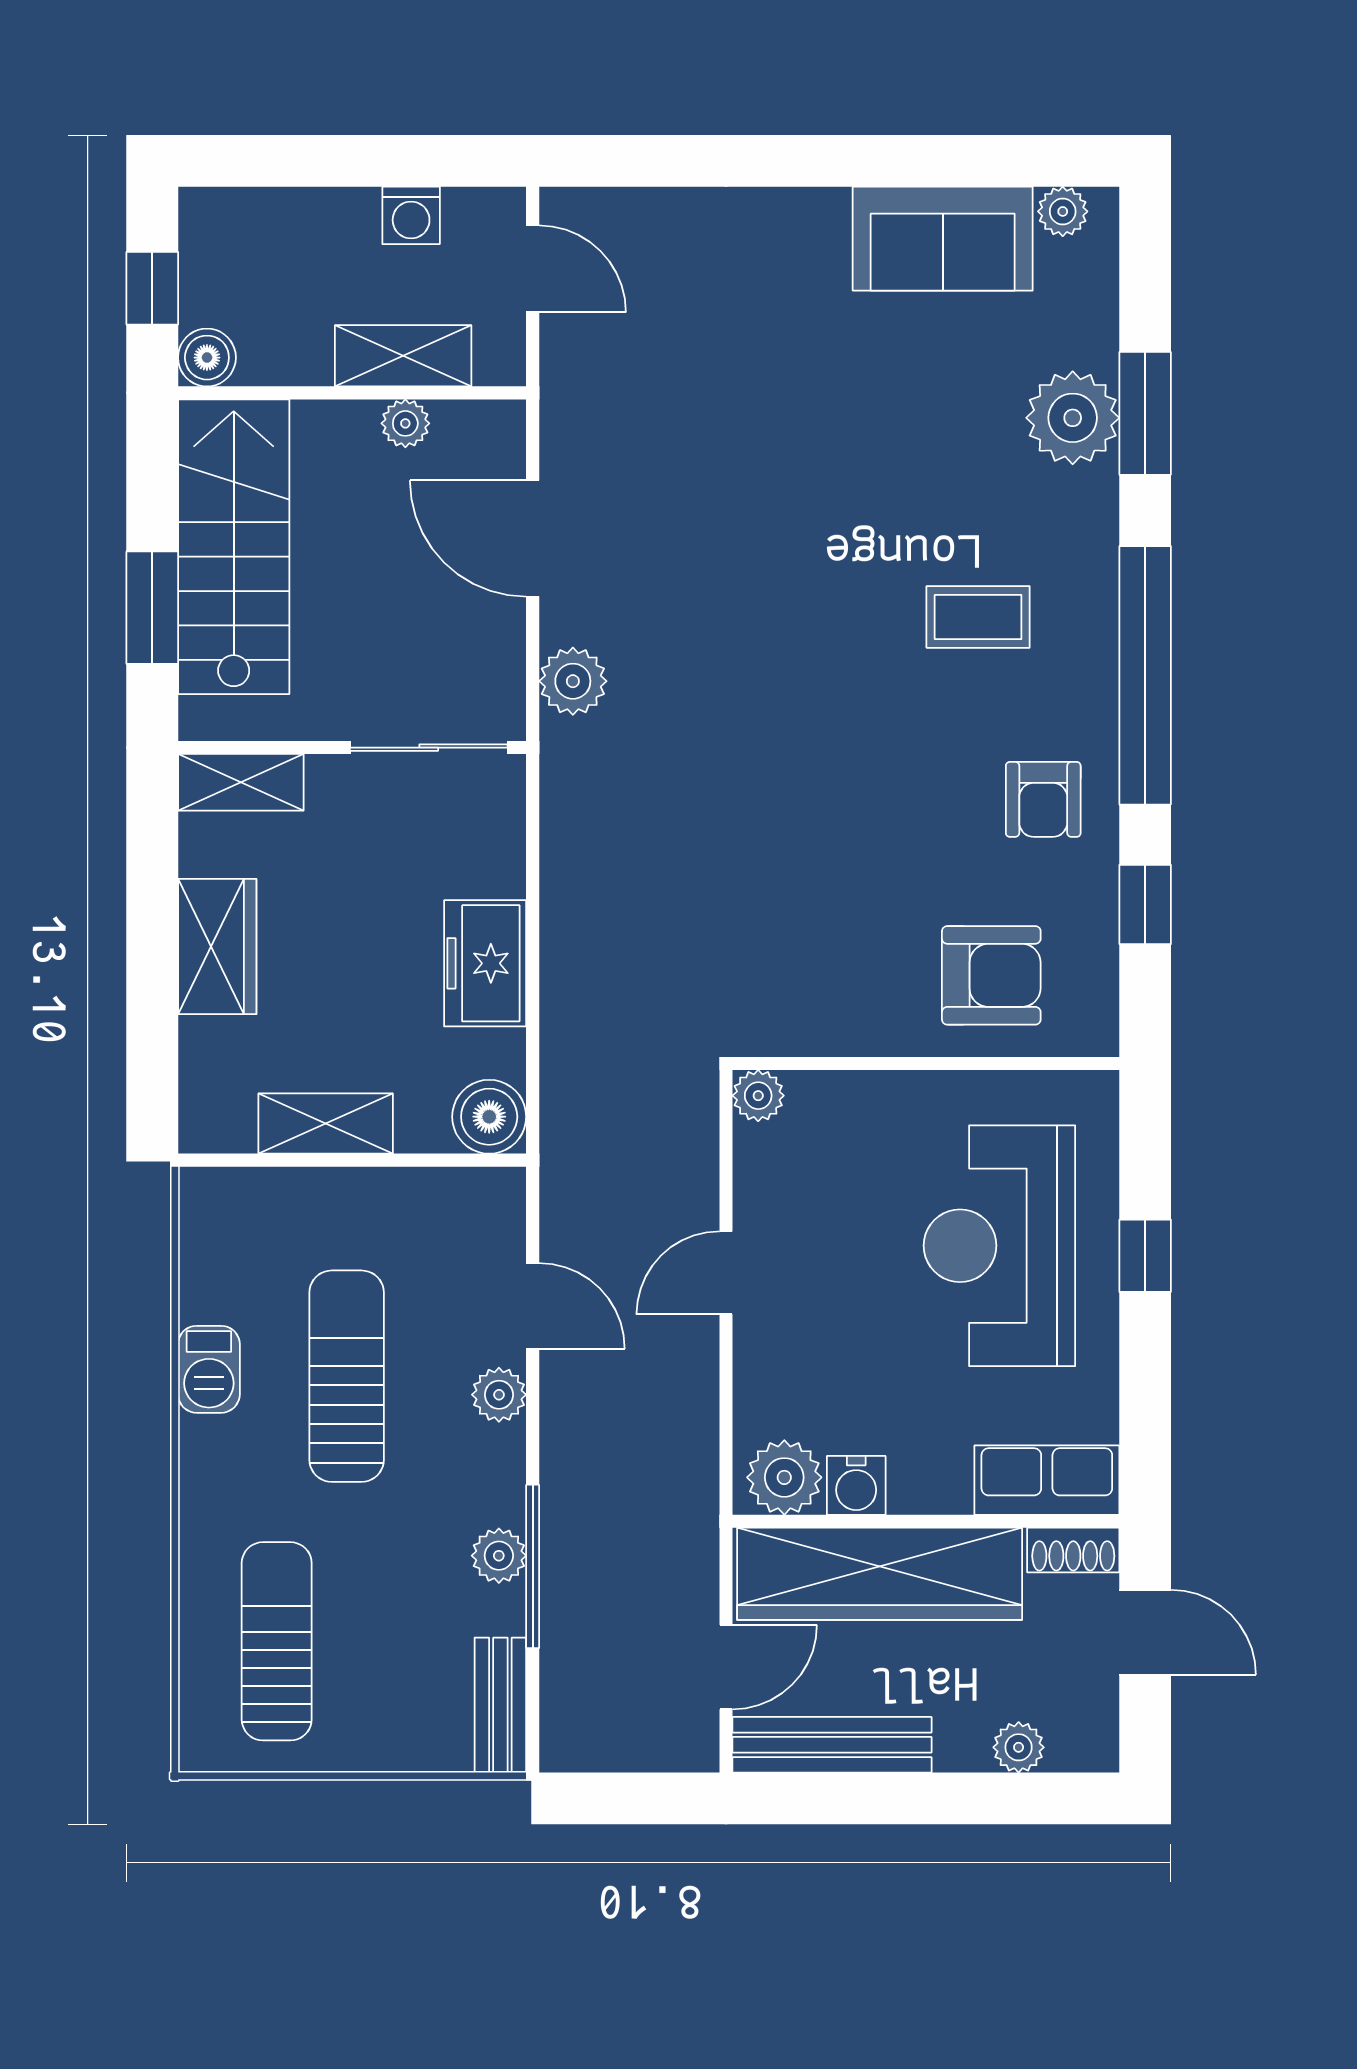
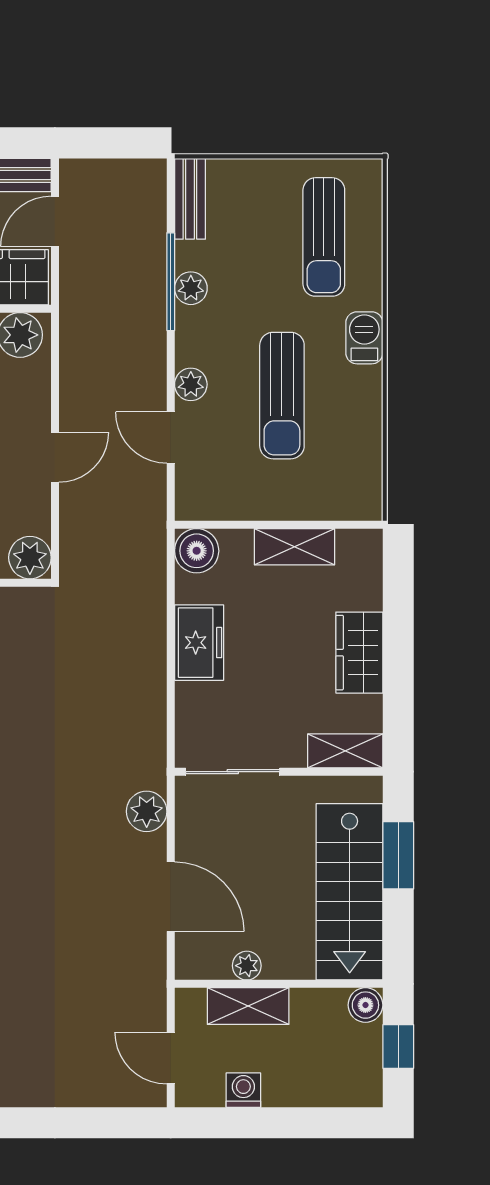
plant: (758, 1096) -> (30, 558), width x1.38, depth x1.38
barbecue: (209, 1369) -> (364, 338), moved

